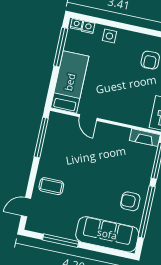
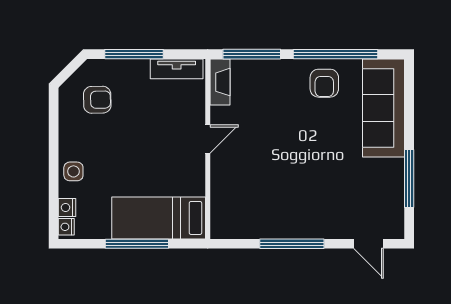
window: (61, 47) -> (137, 244), moved
door: (88, 117) -> (208, 139), moved
window: (41, 138) -> (292, 244), moved
coffee table: (51, 186) -> (327, 211), removed

